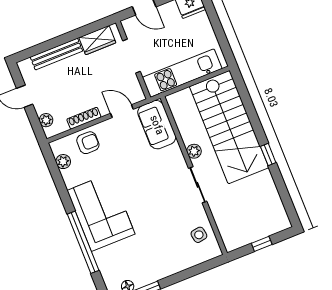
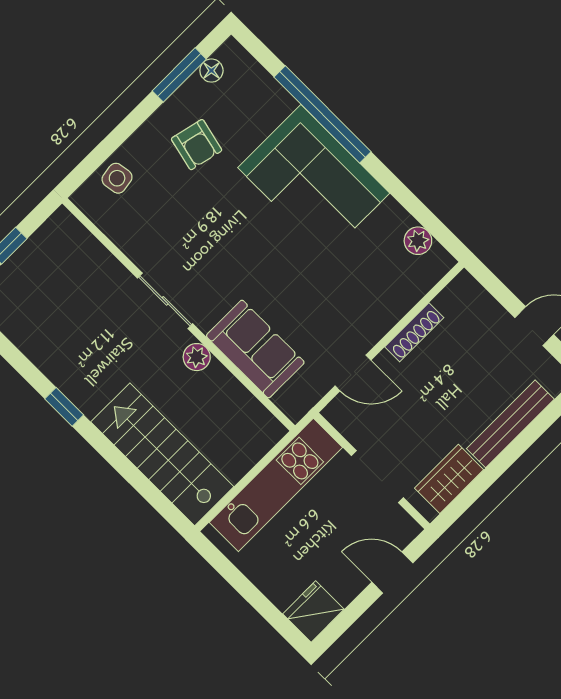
plant: (46, 120) -> (479, 300), removed
sofa: (157, 125) -> (255, 349), moved
stairs: (229, 127) -> (162, 454), width x0.73, depth x0.66
armchair: (88, 143) -> (197, 145), moved, turned -77
side table: (199, 235) -> (117, 178), moved

